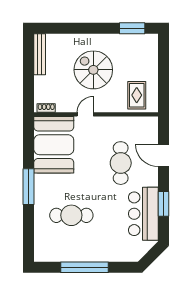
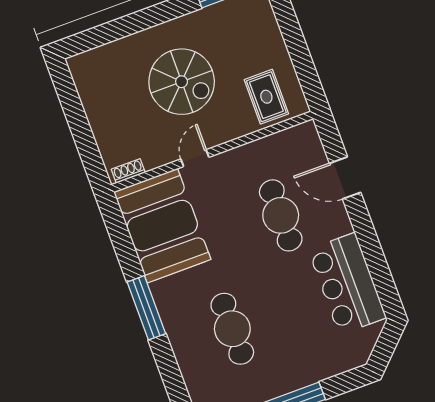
bench: (40, 54) -> (86, 88), removed
spiral stairs: (93, 70) -> (182, 82), turned 180
window: (163, 204) -> (374, 256), removed
cafe table: (71, 215) -> (232, 329), turned 90

